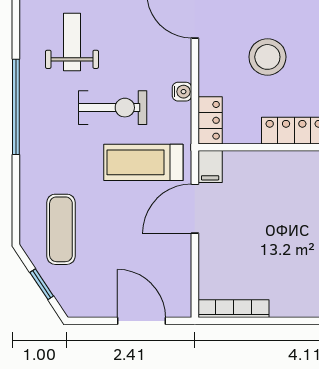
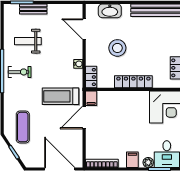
weight bench: (72, 42) -> (28, 41), turned -90
exercise bike: (113, 108) -> (20, 72), moved, width x0.73, depth x0.72
filing cabinet: (300, 301) -> (132, 160), added
door: (141, 321) -> (60, 169), width x1.36

